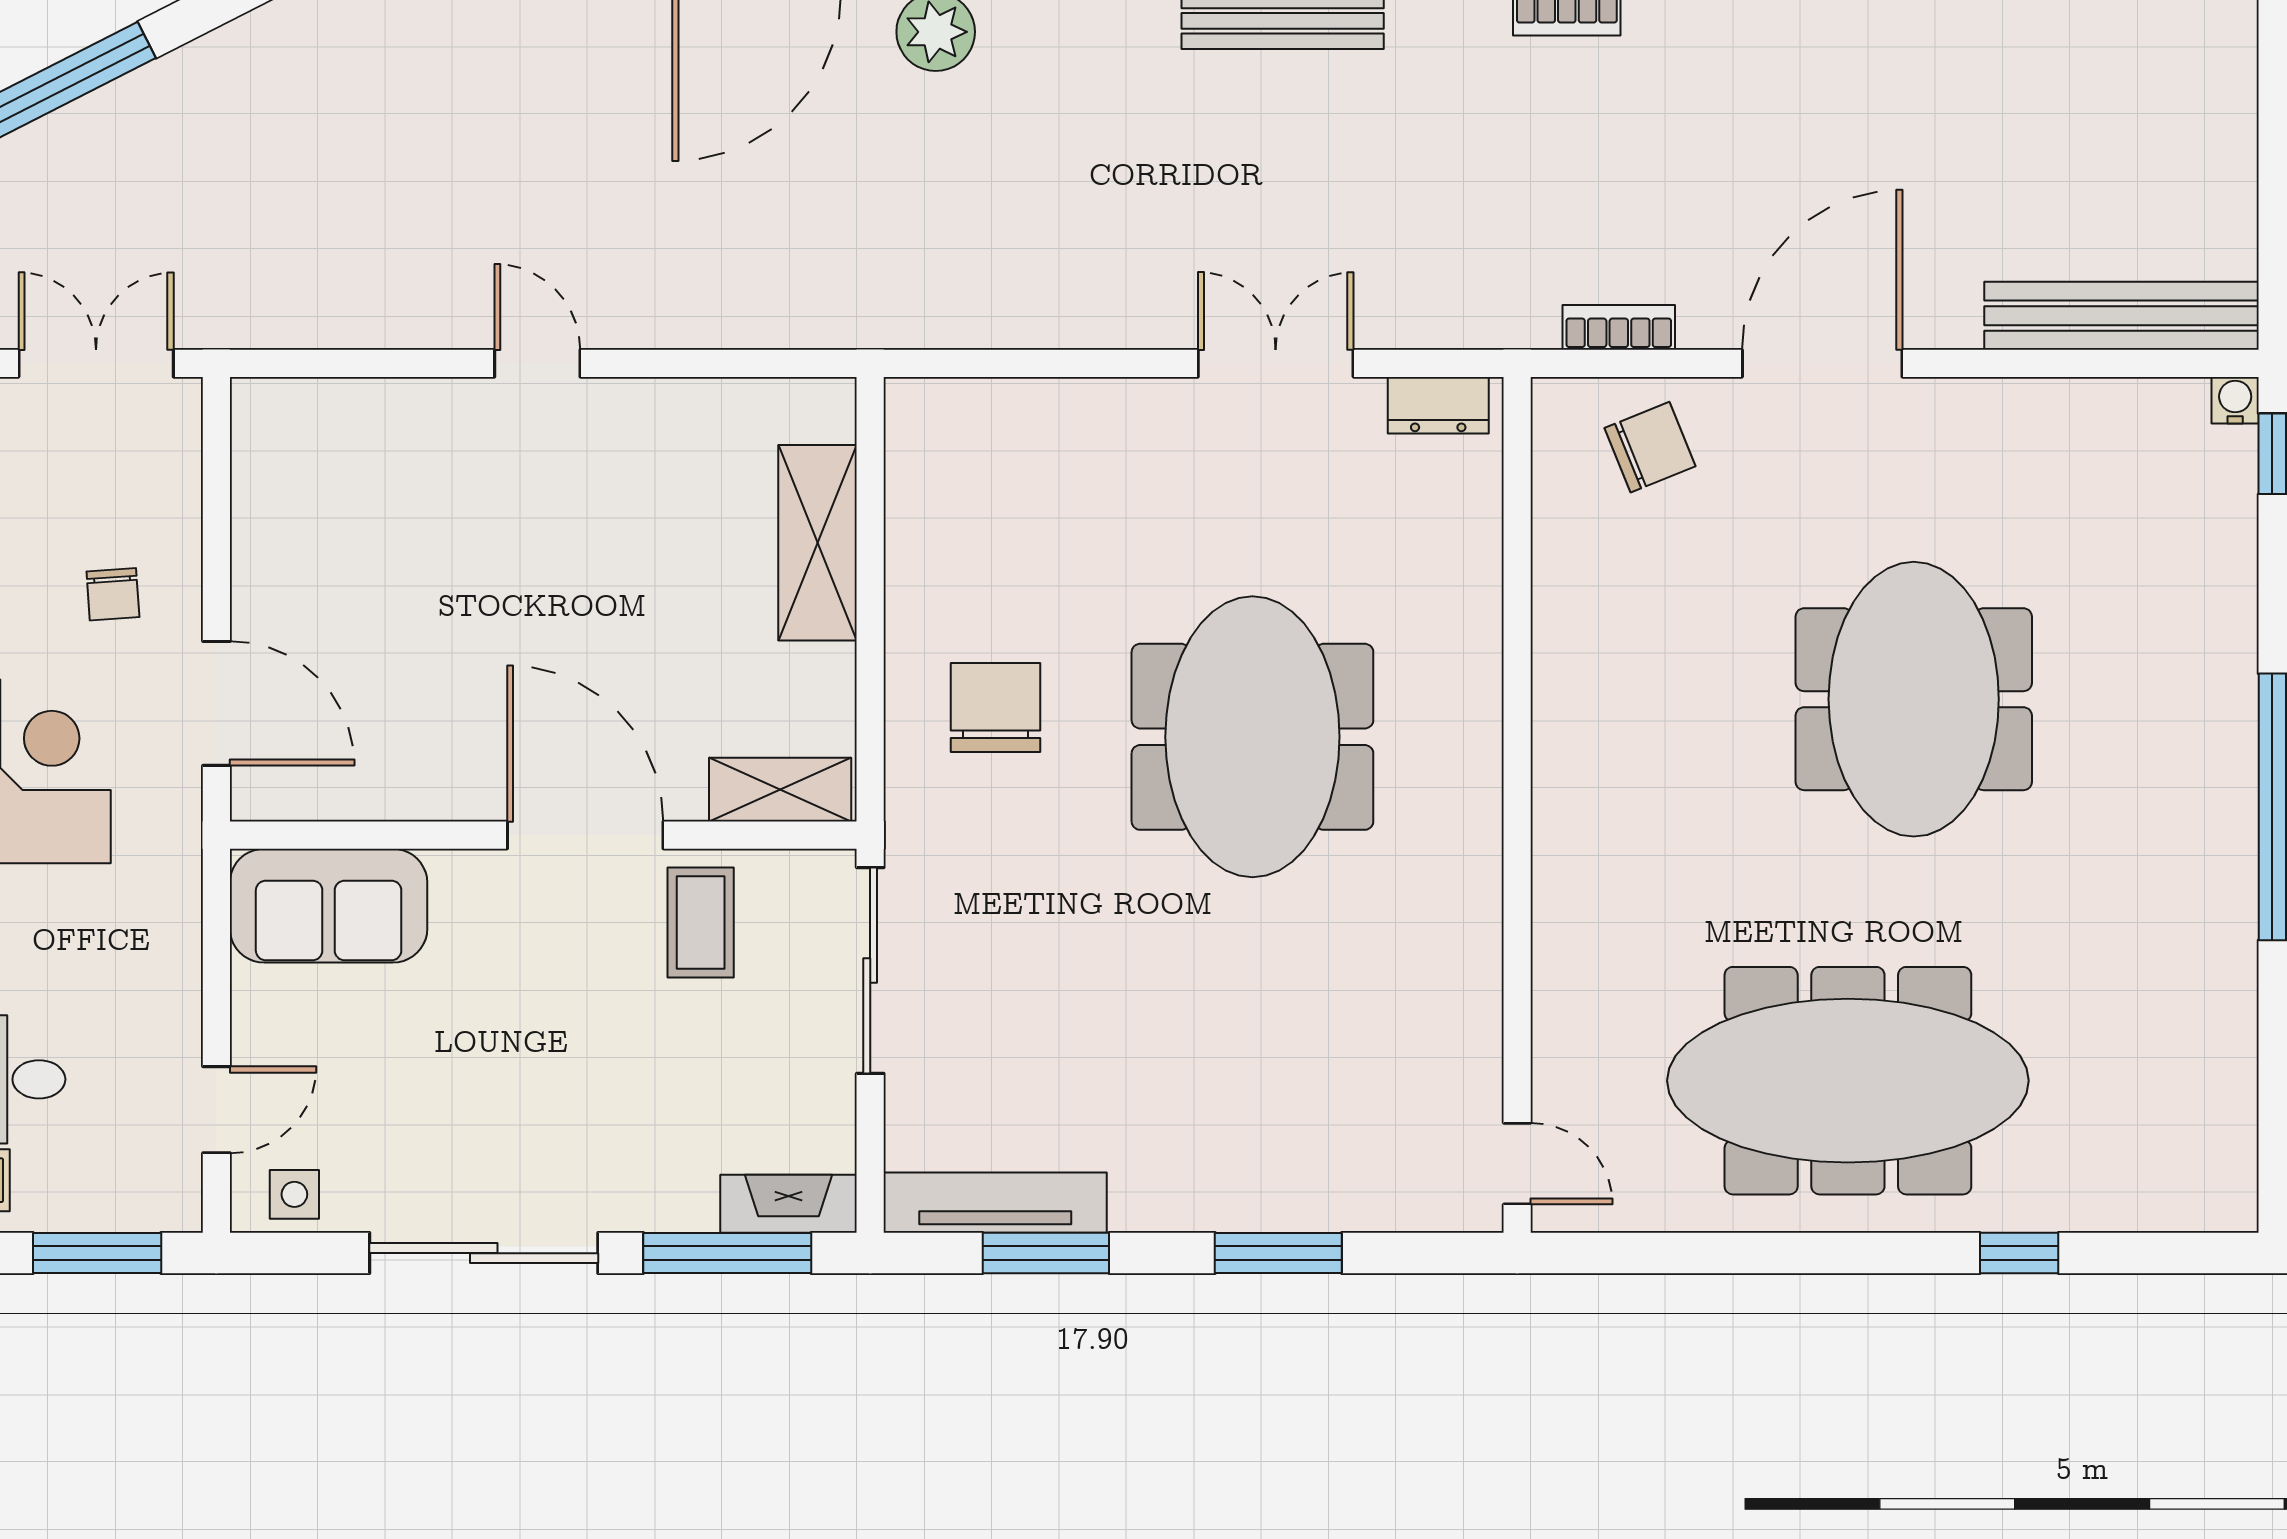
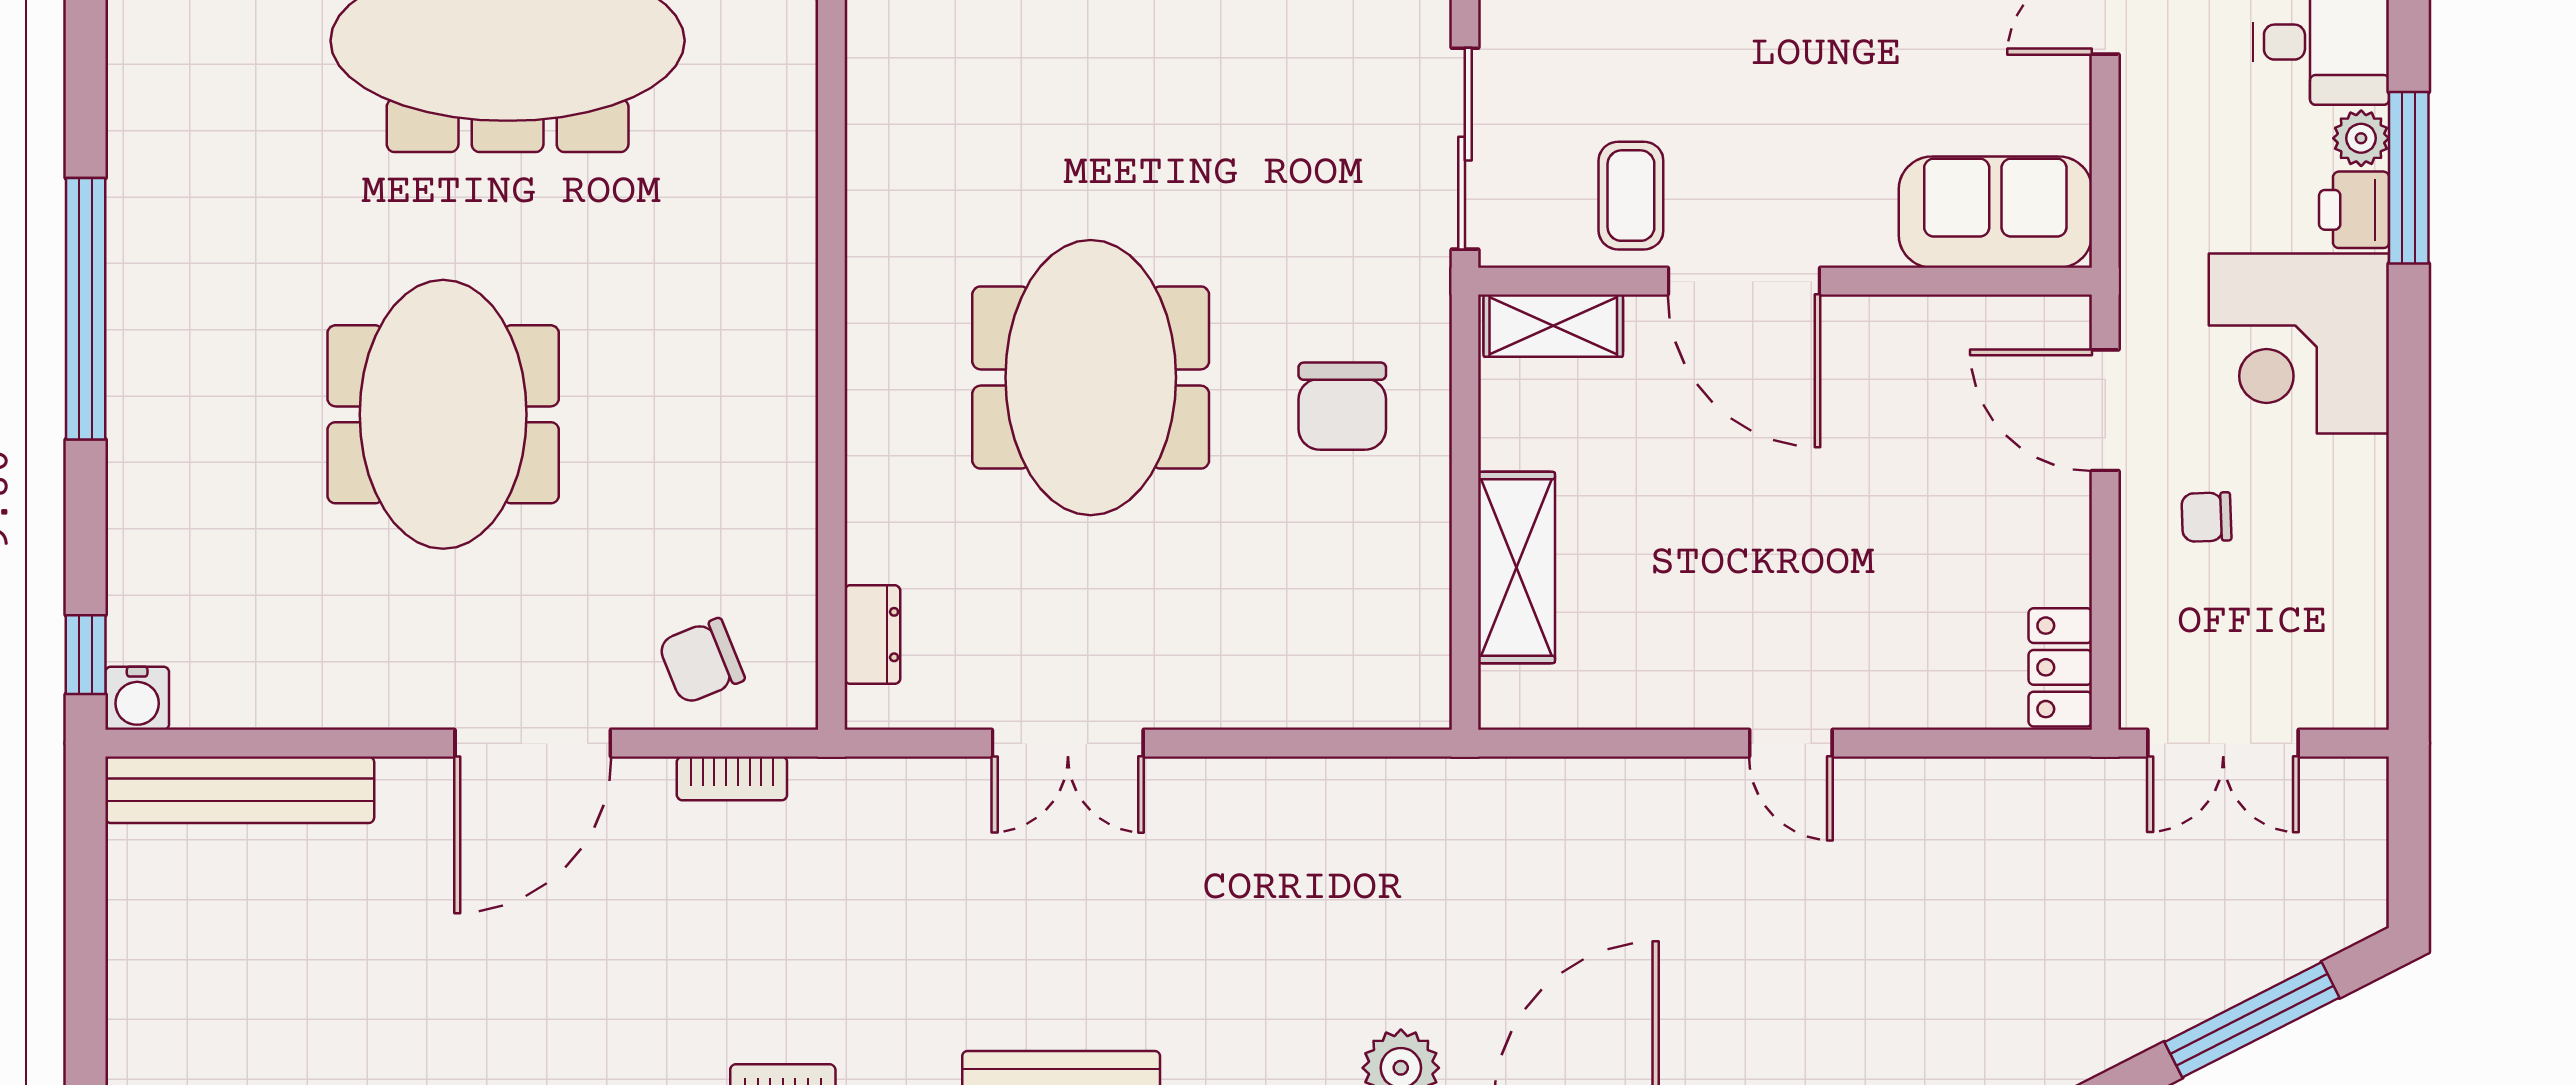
water cooler: (2235, 400) -> (137, 698), width x1.38, depth x1.38
dresser: (1438, 405) -> (872, 635), moved, turned 90
locker: (262, 441) -> (2060, 667), added
chair: (113, 594) -> (2207, 517), turned -88

